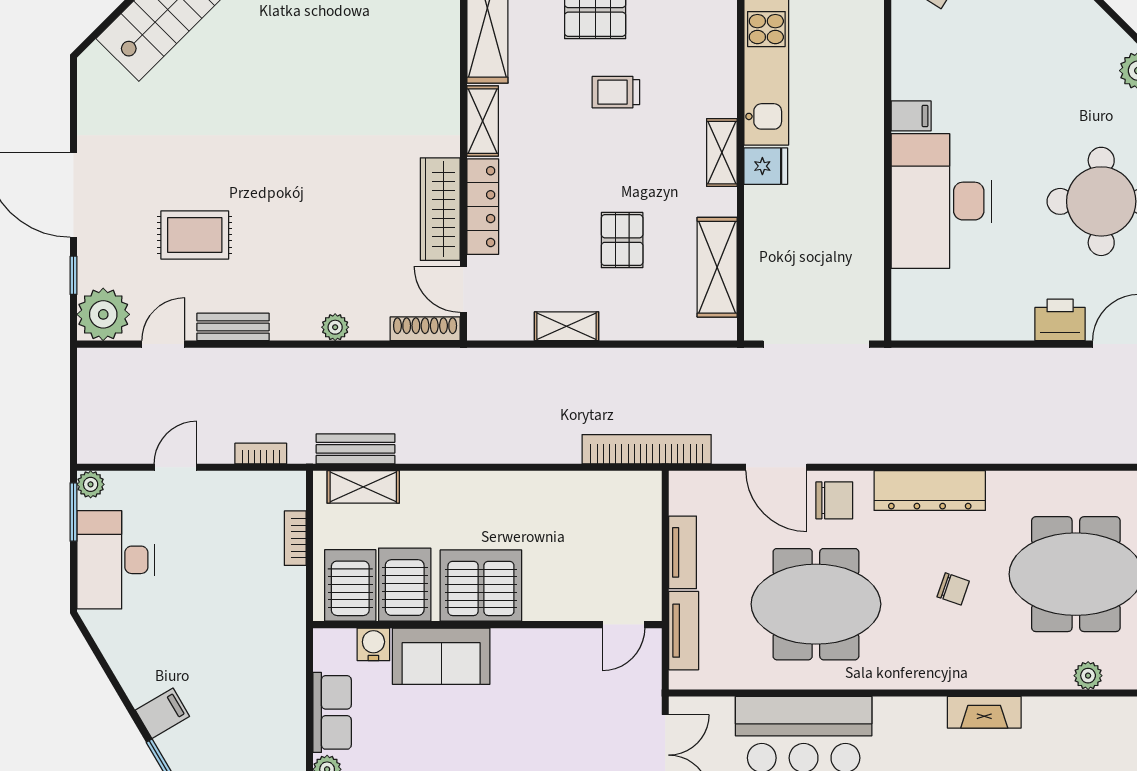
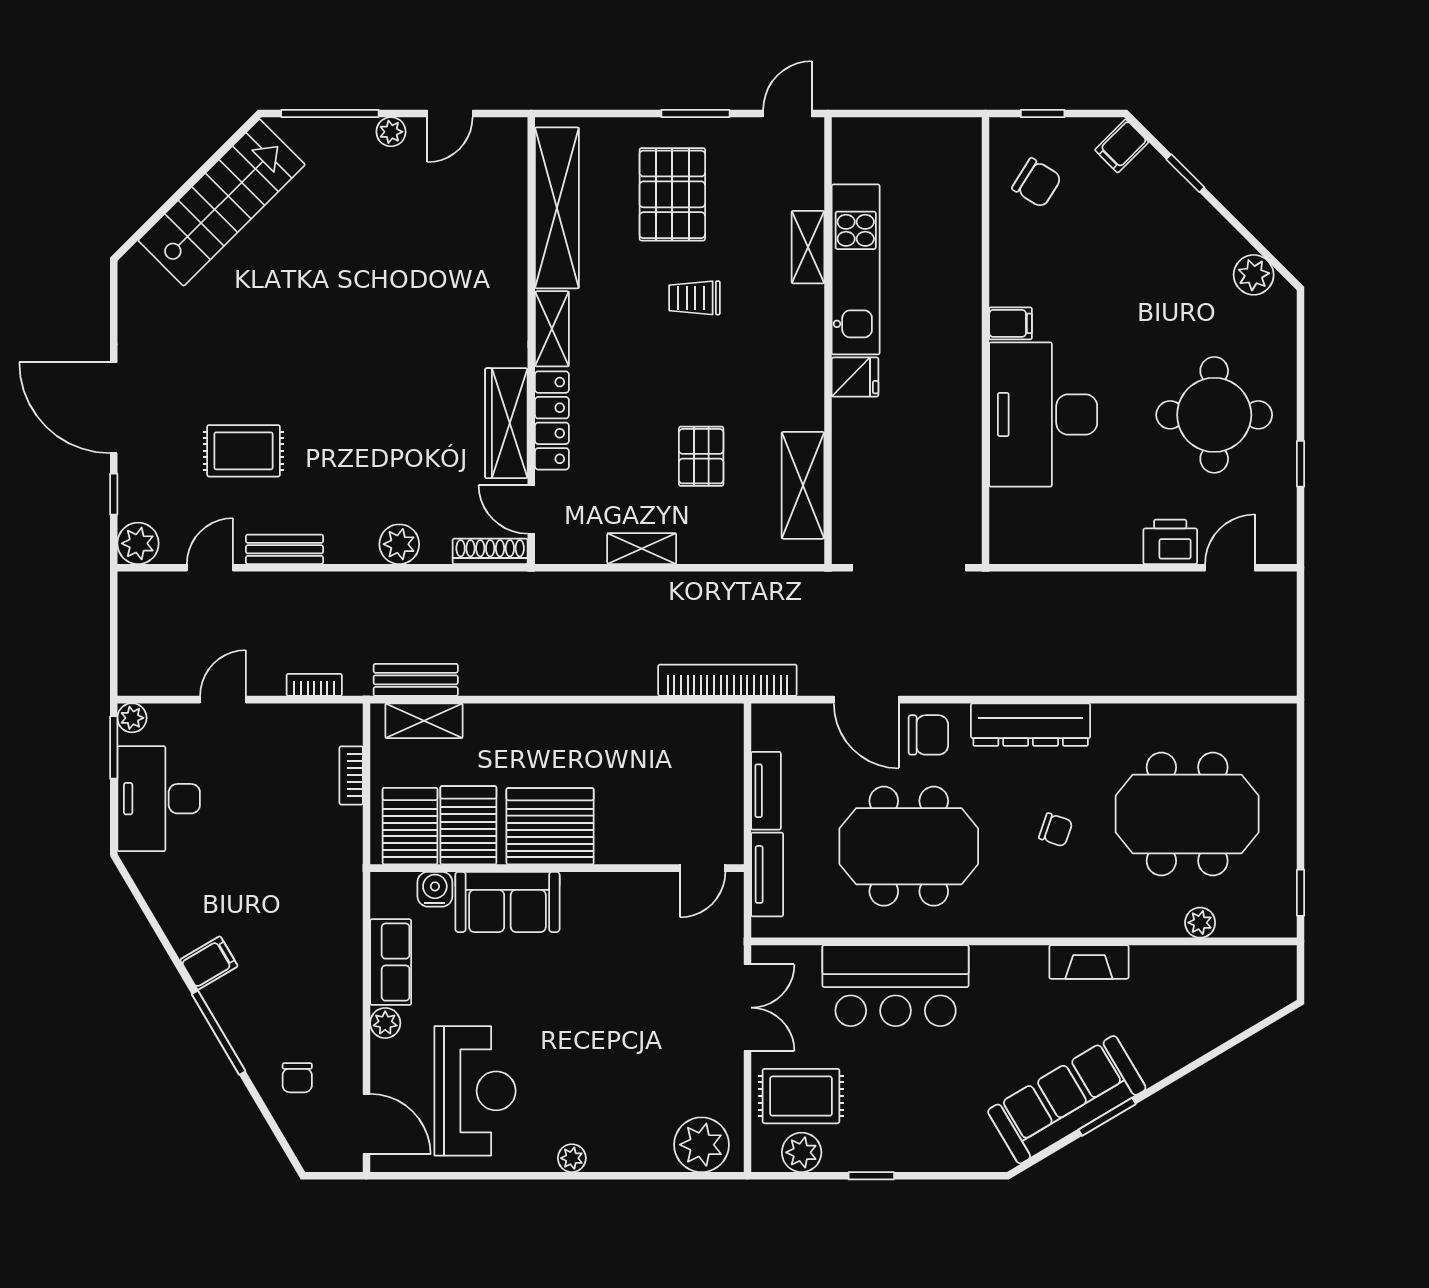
shelving: (722, 153) -> (808, 247), moved
plant: (103, 314) -> (138, 543), width x0.73, depth x0.73
plant: (335, 327) -> (399, 544), width x1.38, depth x1.38

